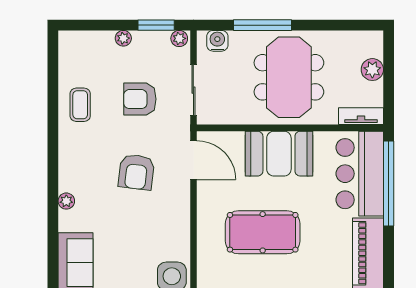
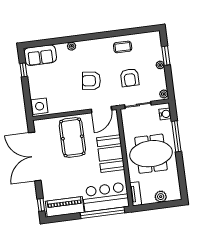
window: (156, 25) -> (166, 56), moved
armchair: (140, 99) -> (130, 78), turned 180
pool table: (263, 232) -> (72, 137), moved

